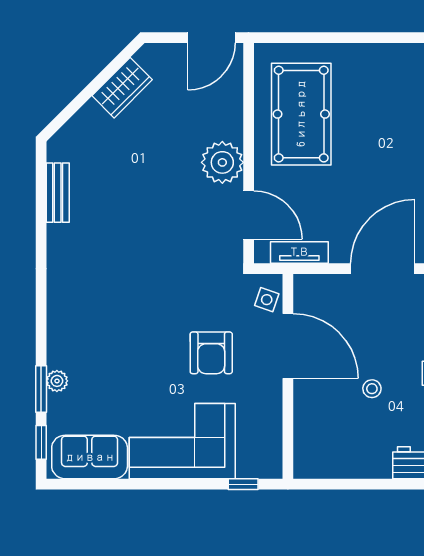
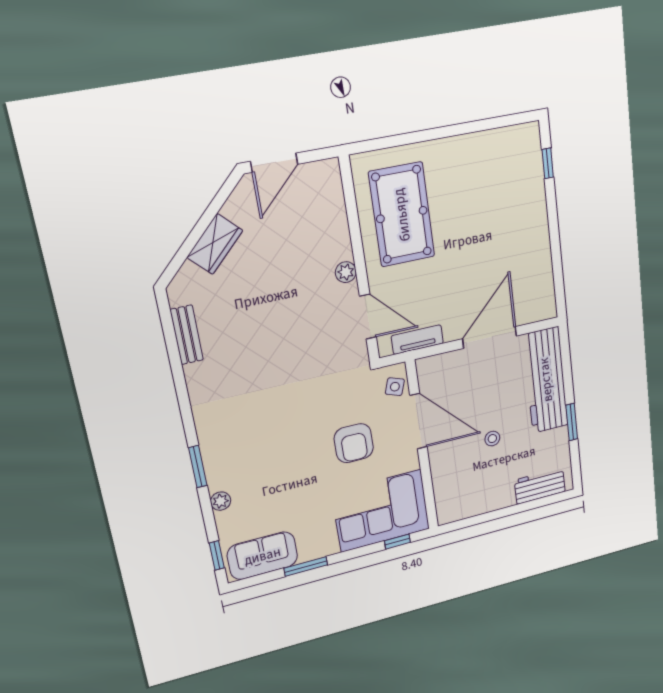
door: (211, 38) -> (274, 163), moved
wardrobe: (122, 88) -> (215, 244), moved
plant: (222, 162) -> (346, 272), width x0.53, depth x0.53
window: (41, 389) -> (198, 467), moved
corner sofa: (182, 441) -> (381, 511), moved
window: (134, 484) -> (306, 567), added

